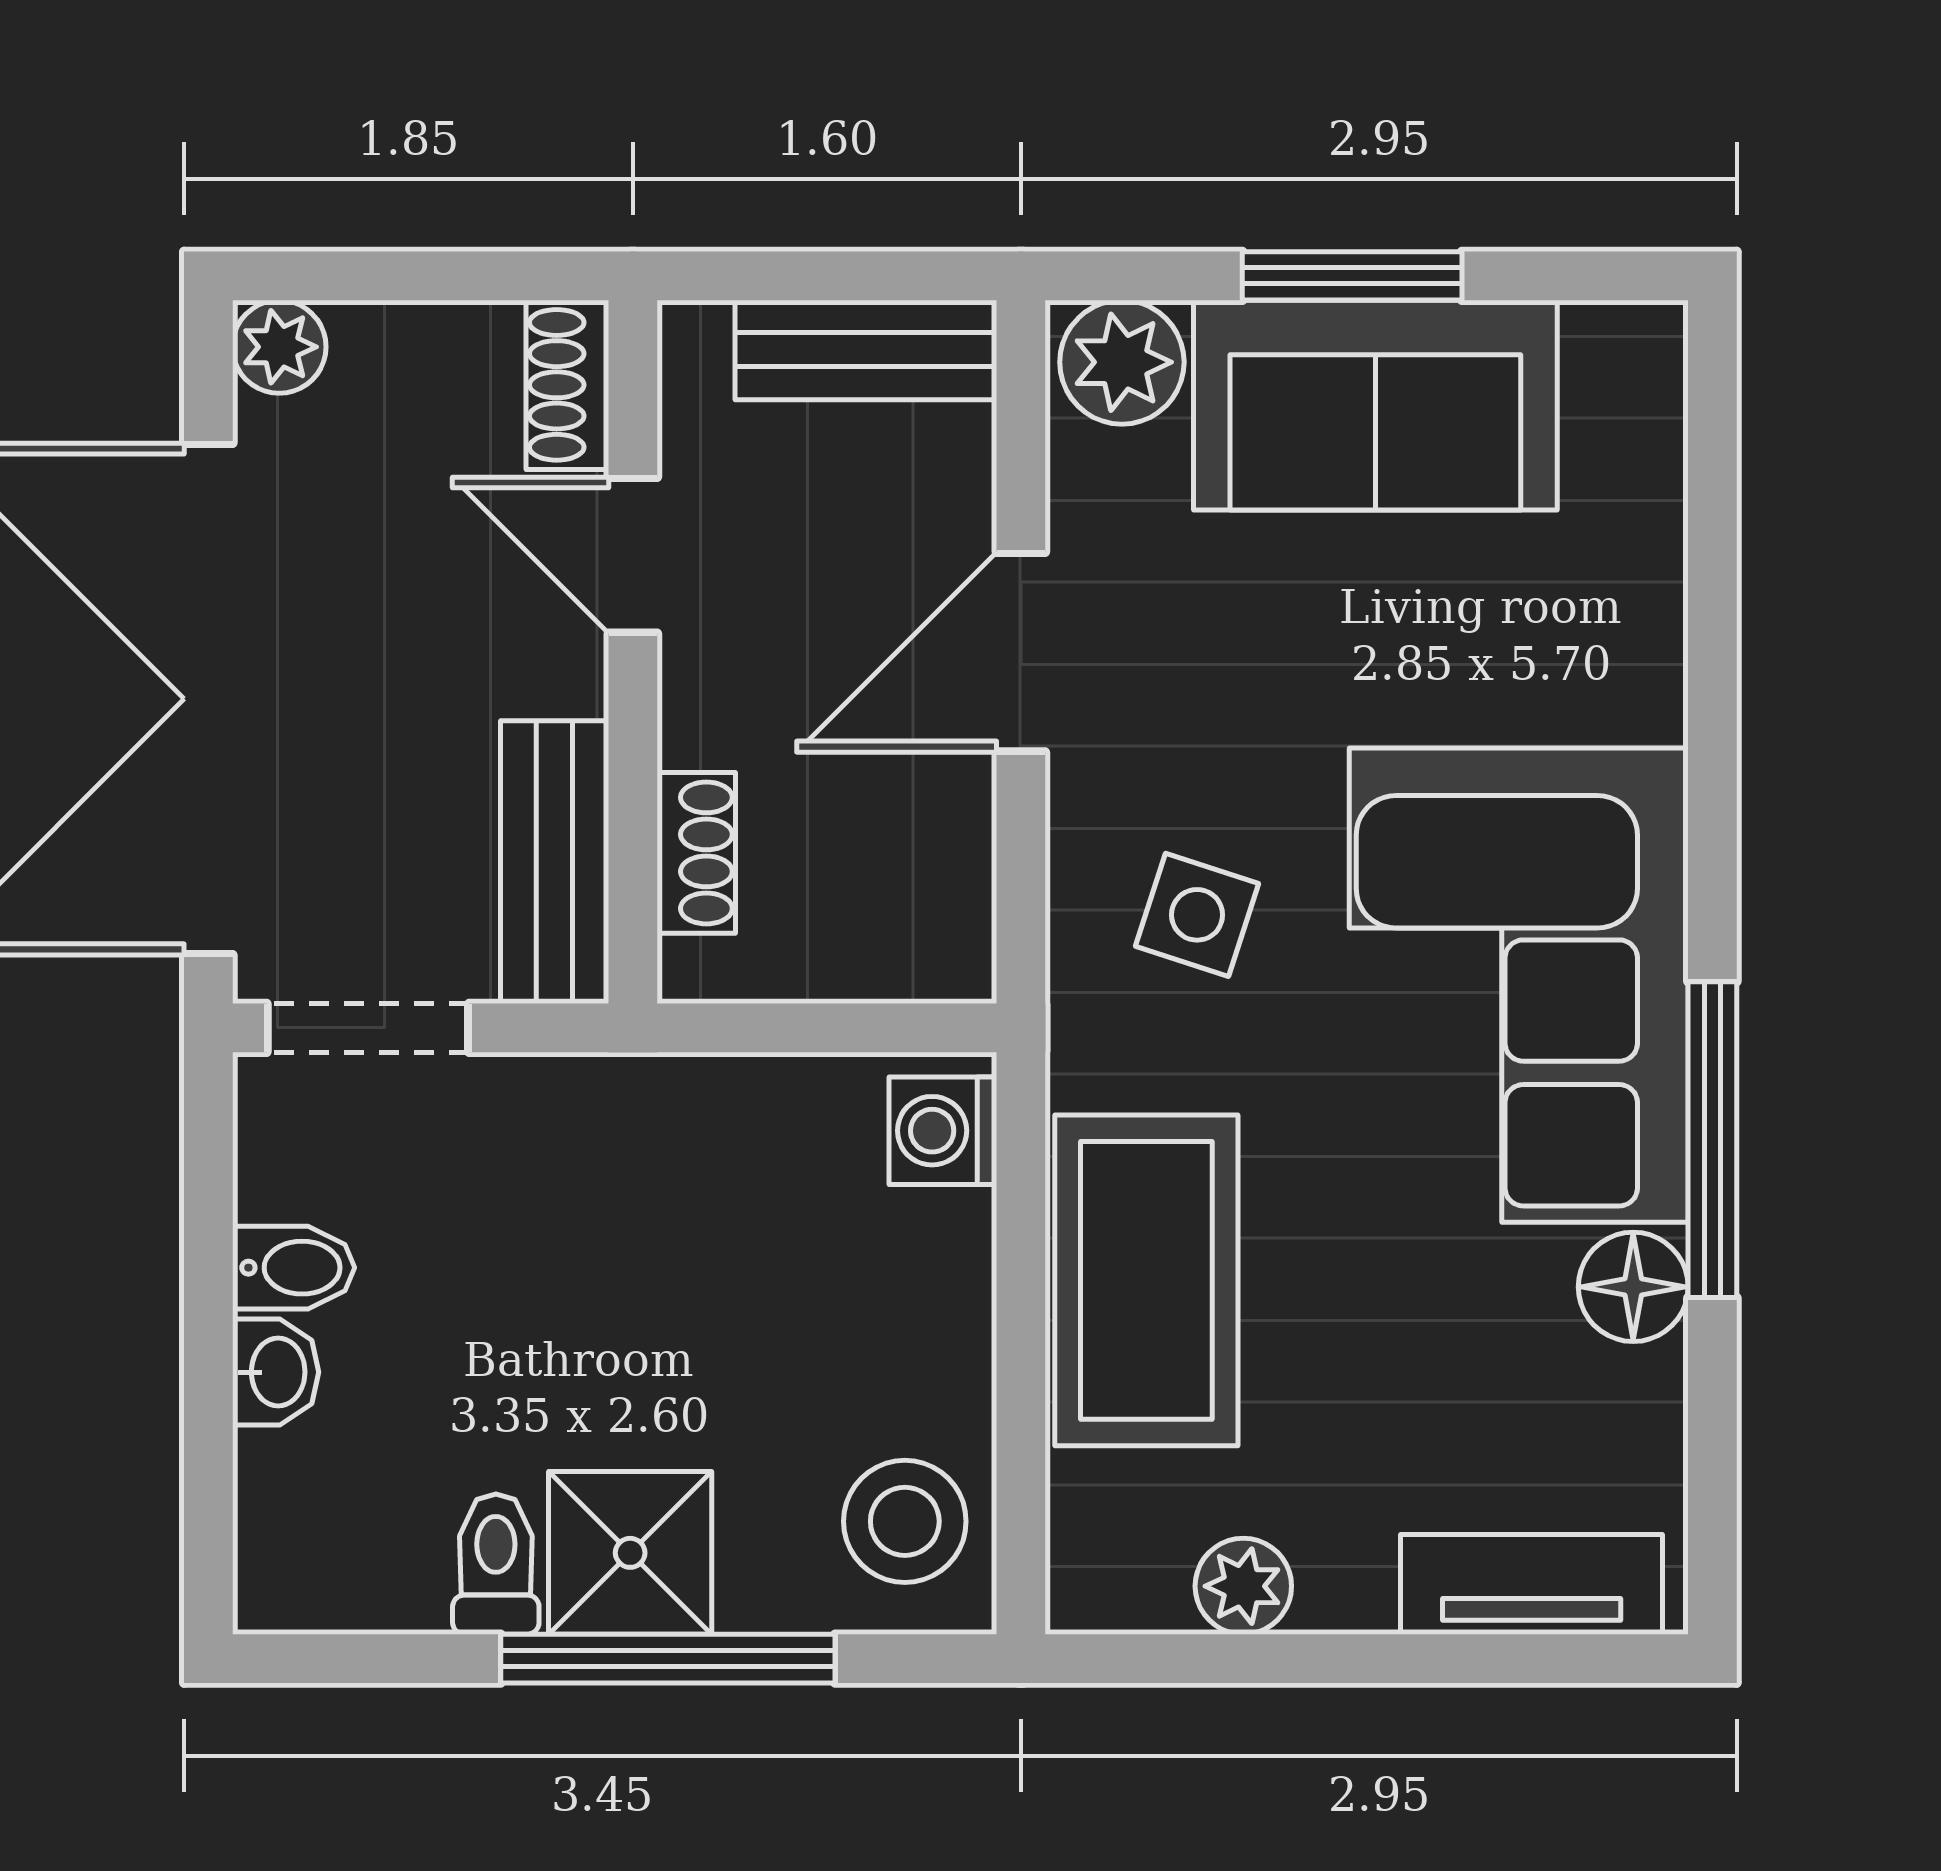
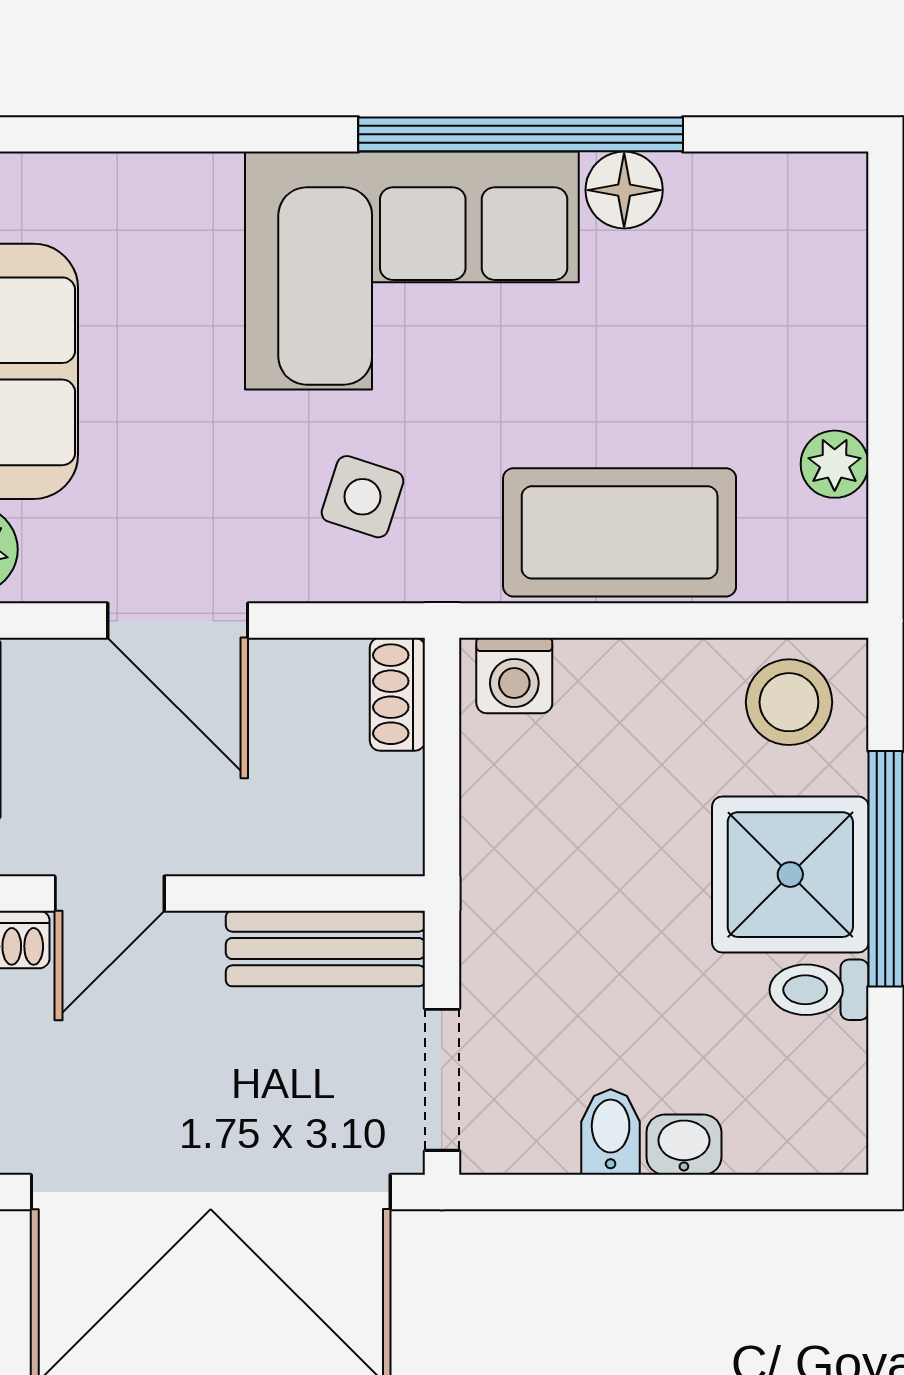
shoe rack: (696, 853) -> (397, 694), moved, turned -90
window: (1712, 1140) -> (521, 134), width x1.46
shower: (630, 1553) -> (790, 875), width x1.36, depth x1.36
tv unit: (1532, 1584) -> (833, 262), removed

